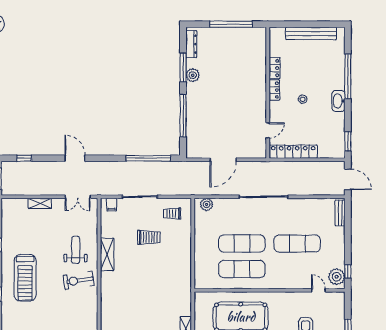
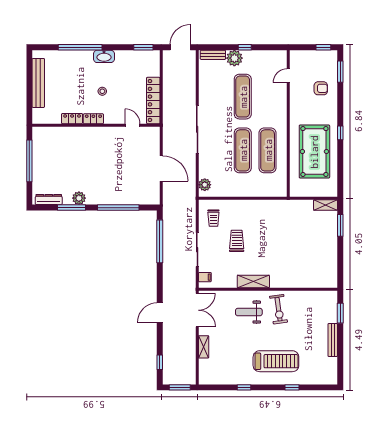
double door: (78, 197) -> (197, 310), width x1.37
window: (348, 271) -> (245, 47), moved
plant: (337, 277) -> (234, 58), moved

